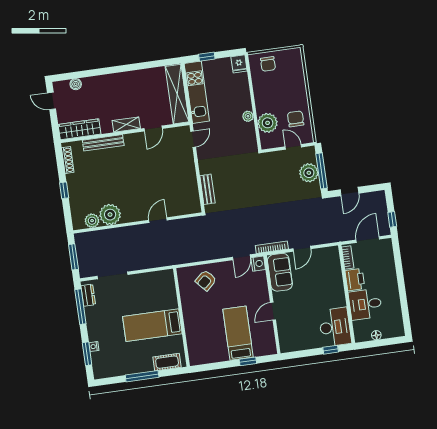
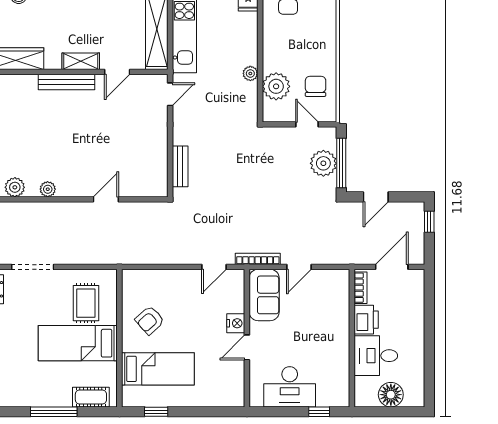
bench: (103, 143) -> (66, 82), moved
plant: (110, 215) -> (48, 189), width x0.53, depth x0.53
window: (392, 219) -> (429, 222), moved
nightstand: (258, 264) -> (236, 323), moved
armchair: (206, 280) -> (150, 320), moved
rug: (154, 296) -> (86, 303), added
desk: (335, 327) -> (290, 387), moved, turned 90
bed: (238, 333) -> (158, 369), moved, turned 90
floor lamp: (376, 335) -> (391, 395), width x1.89, depth x1.89
window: (248, 361) -> (156, 412), moved

